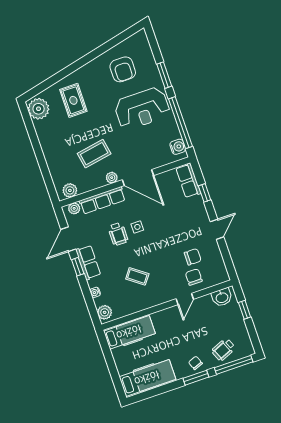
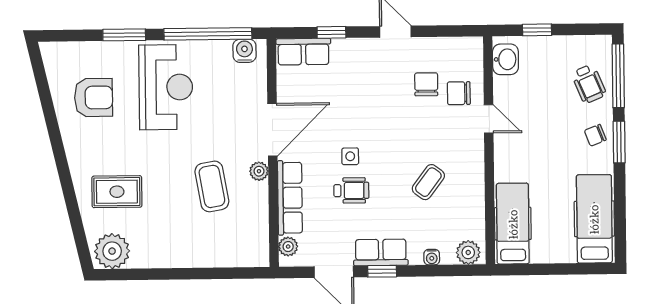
plant: (70, 190) -> (257, 244), removed

